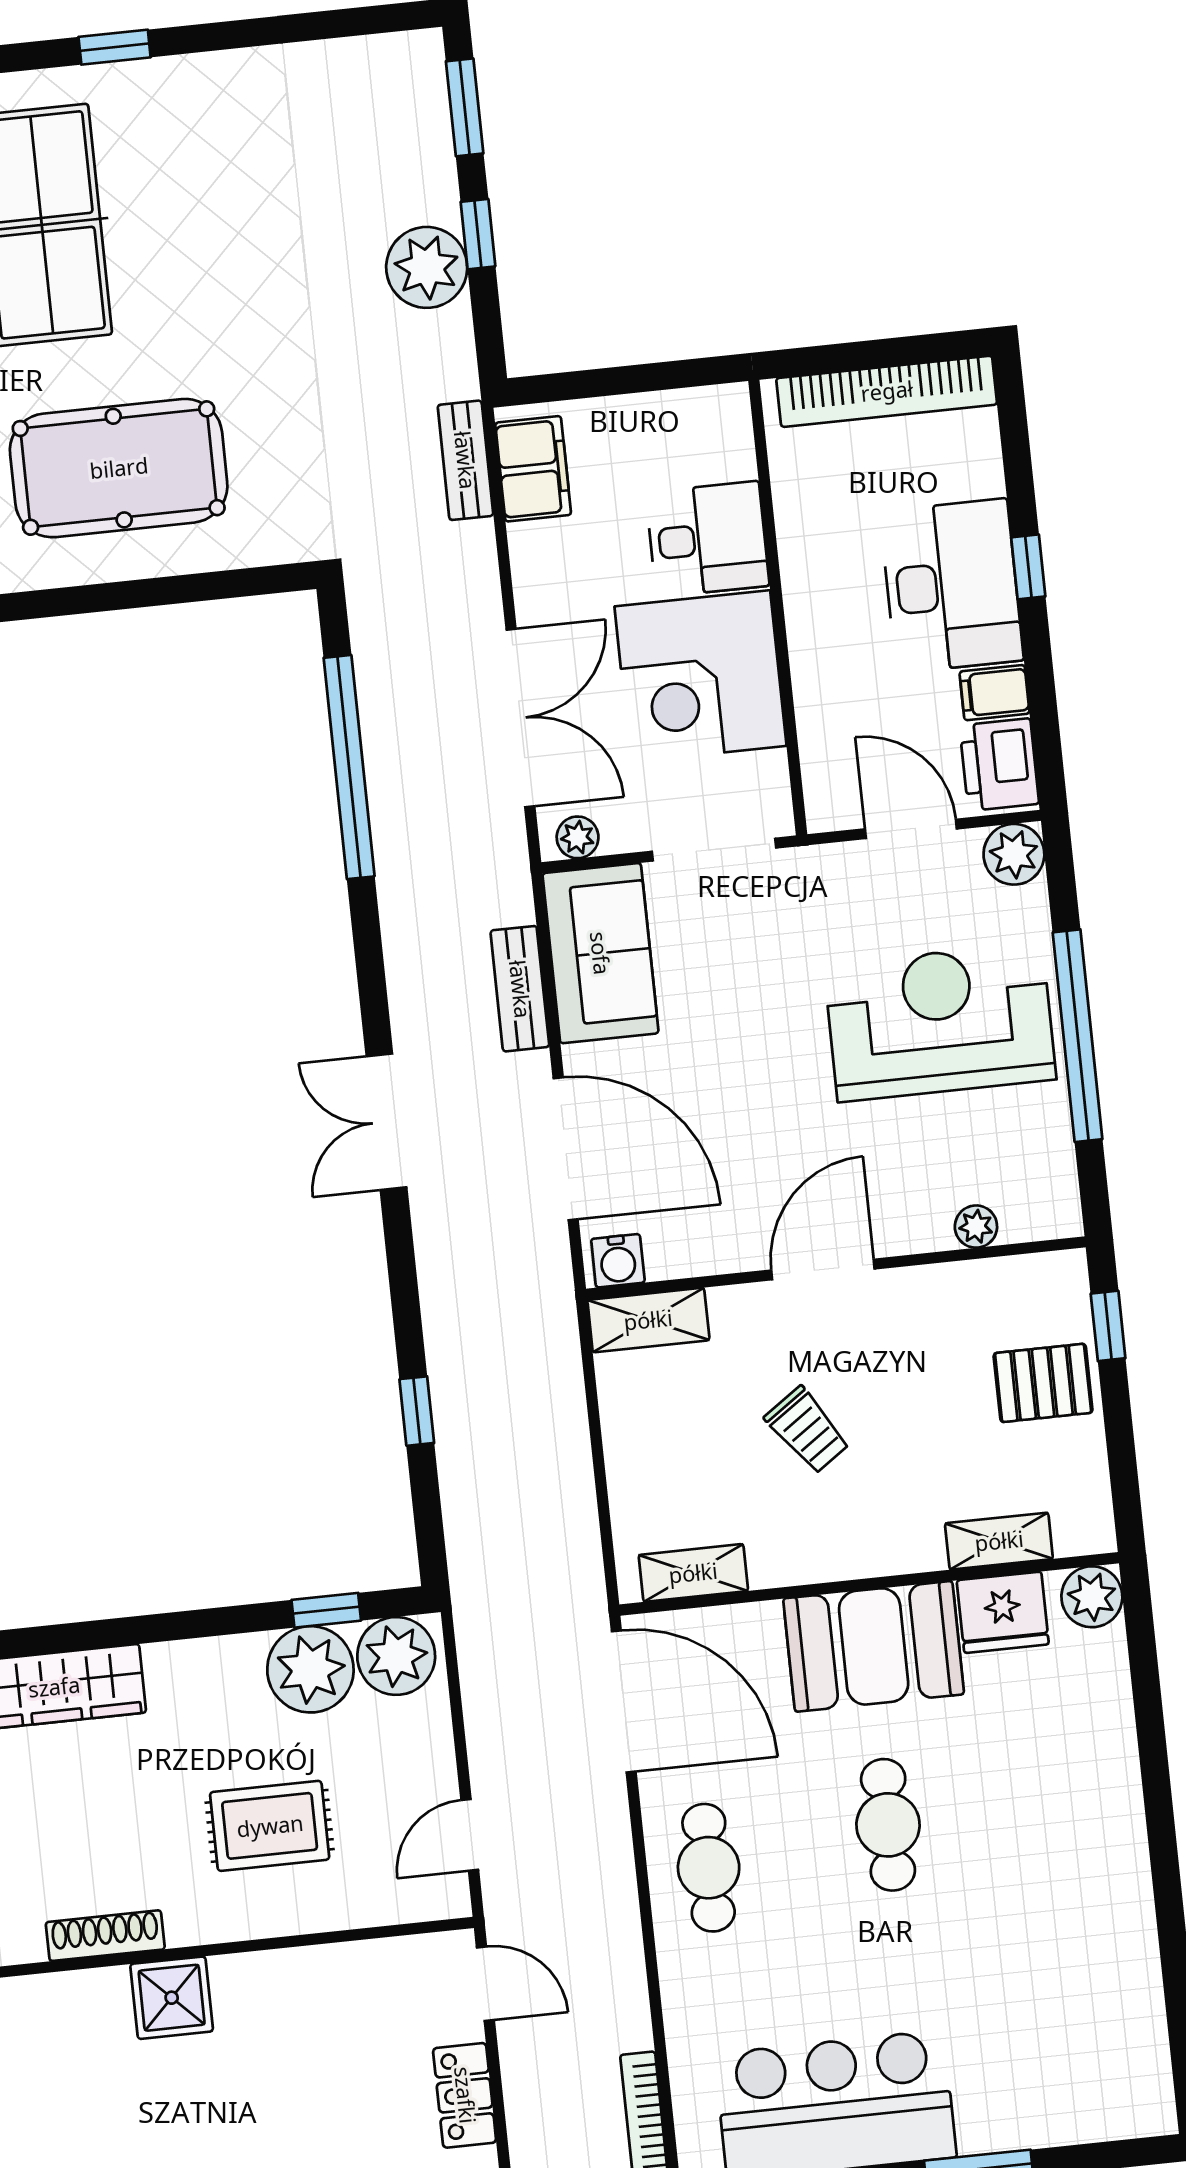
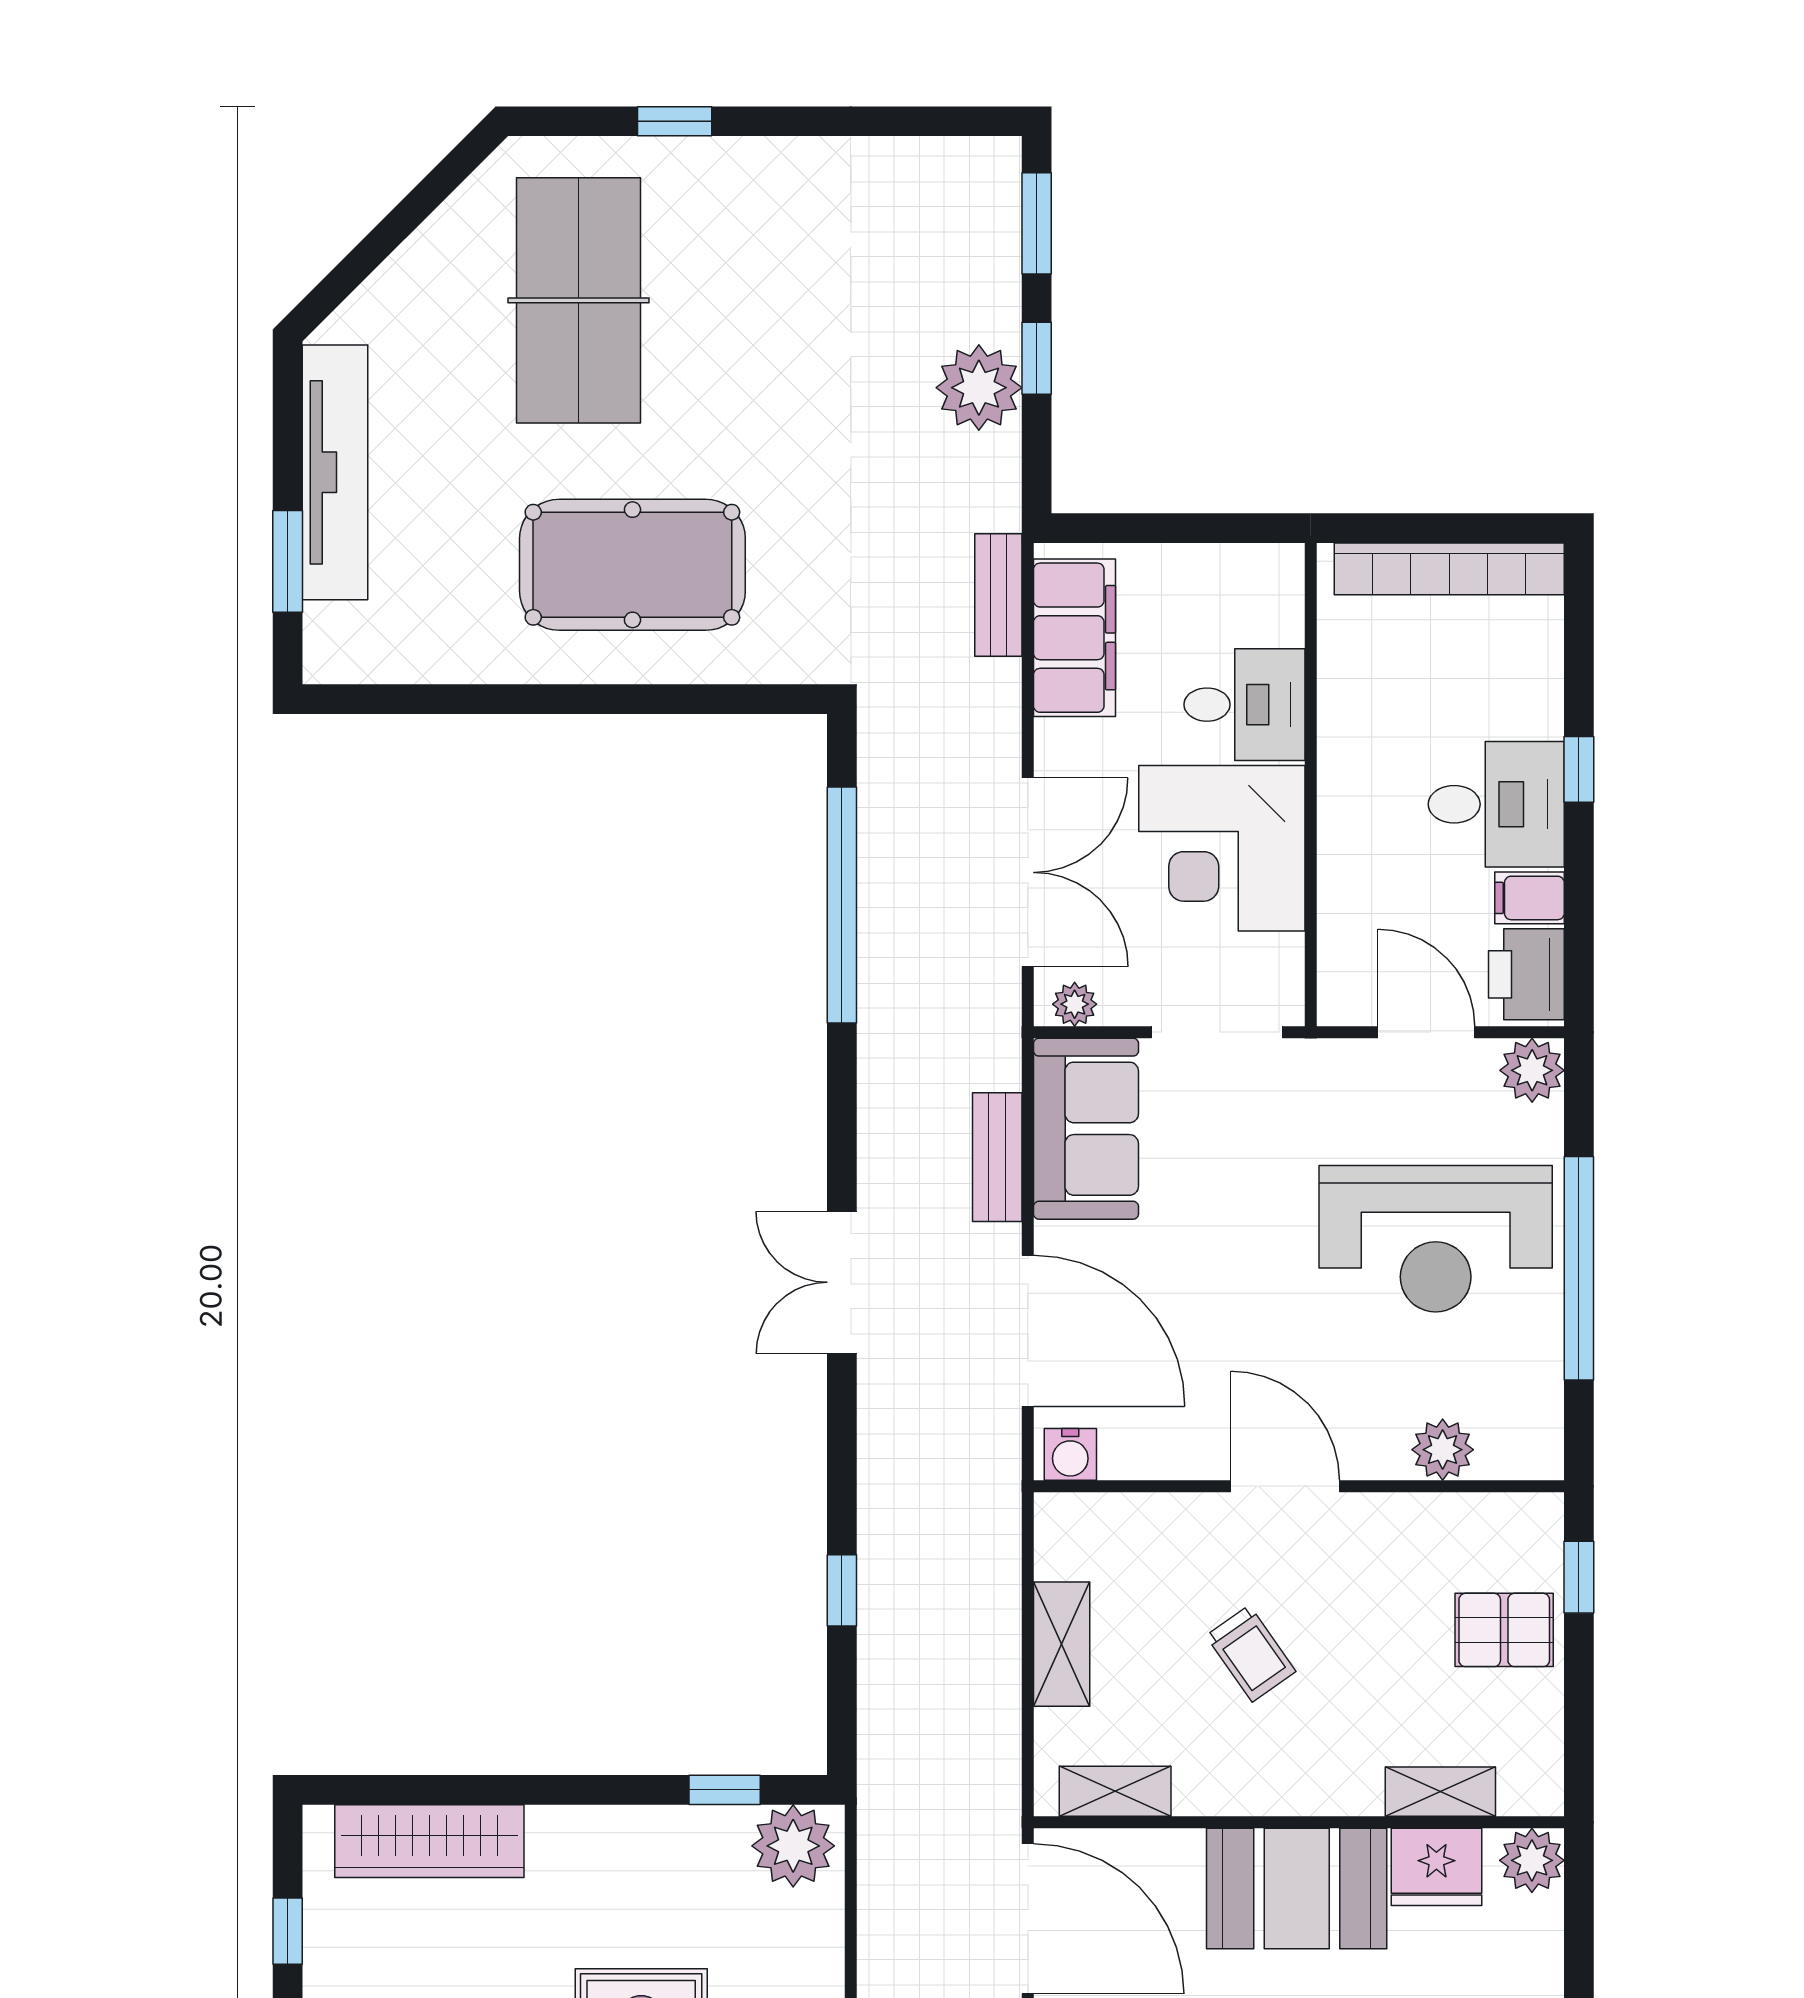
filing cabinet: (533, 469) -> (1074, 638), width x1.50, depth x1.17
desk: (952, 586) -> (1496, 804), width x0.73
reception desk: (940, 1022) -> (1436, 1239), turned 180
plant: (976, 1227) -> (1443, 1450), width x1.38, depth x1.38
door: (823, 1269) -> (1285, 1486), hinge flipped
shelving: (648, 1320) -> (1062, 1644), moved, turned 90
plant: (310, 1669) -> (701, 1850), removed

